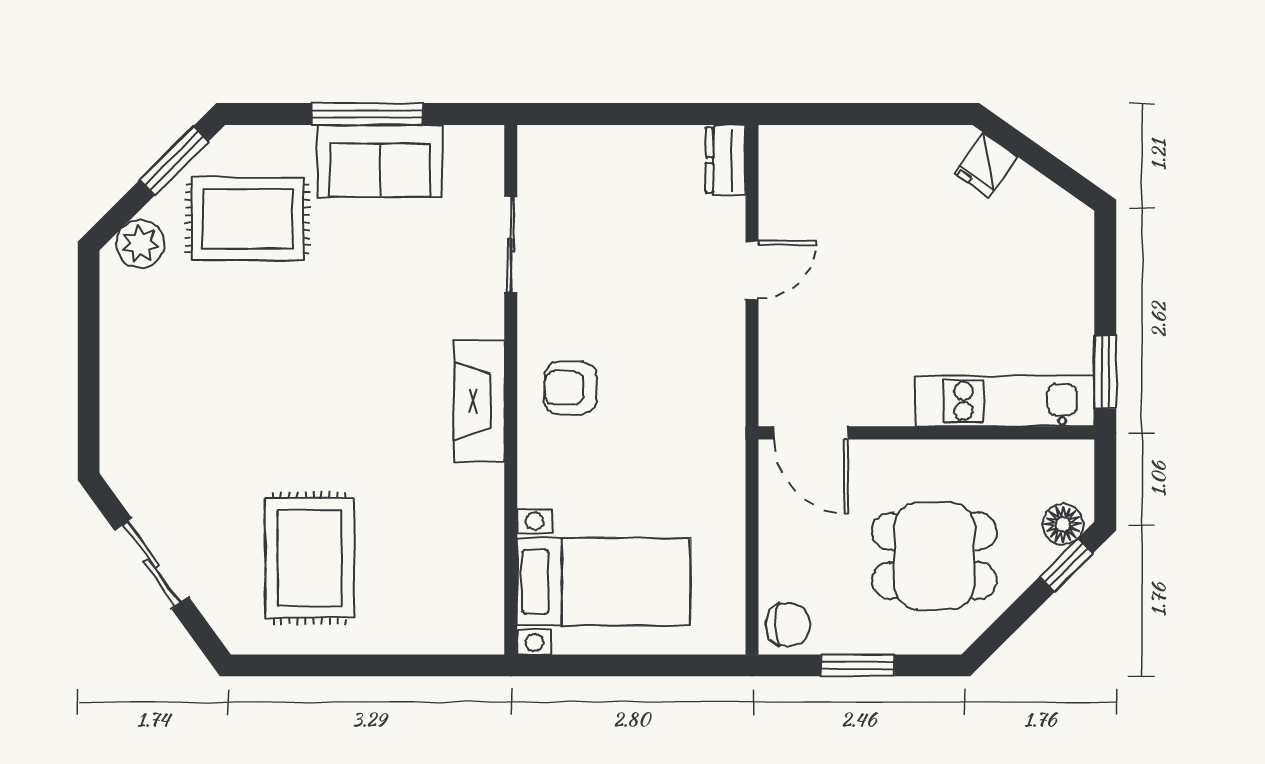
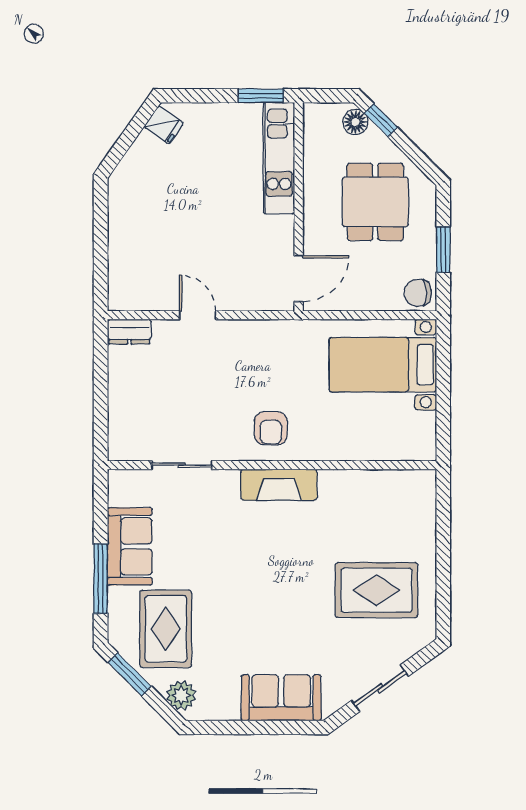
window: (367, 114) -> (101, 579), moved
fridge: (986, 165) -> (164, 125), moved
sofa: (136, 405) -> (281, 698), added
bed with nightstands: (604, 582) -> (383, 365), moved, turned -90
chair: (788, 625) -> (418, 293), turned -92

